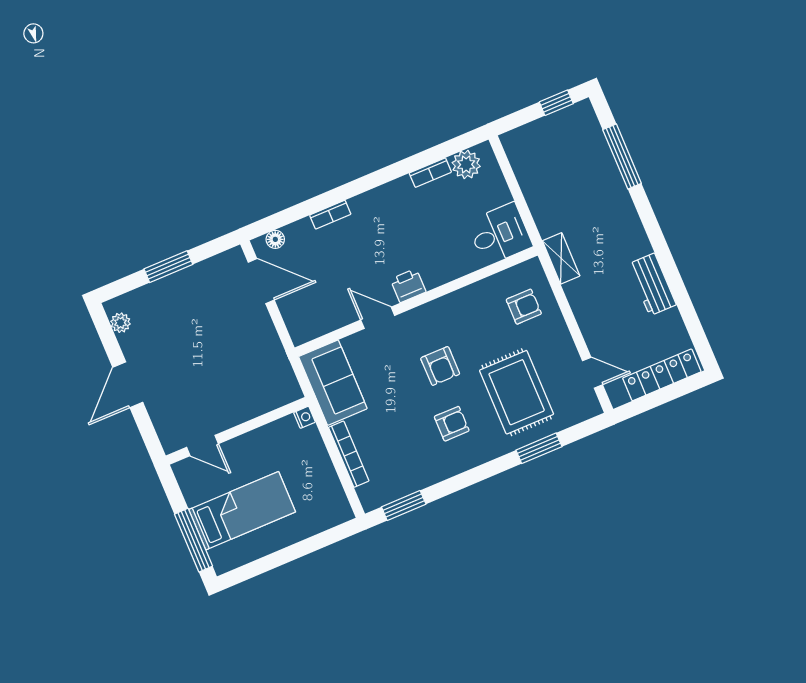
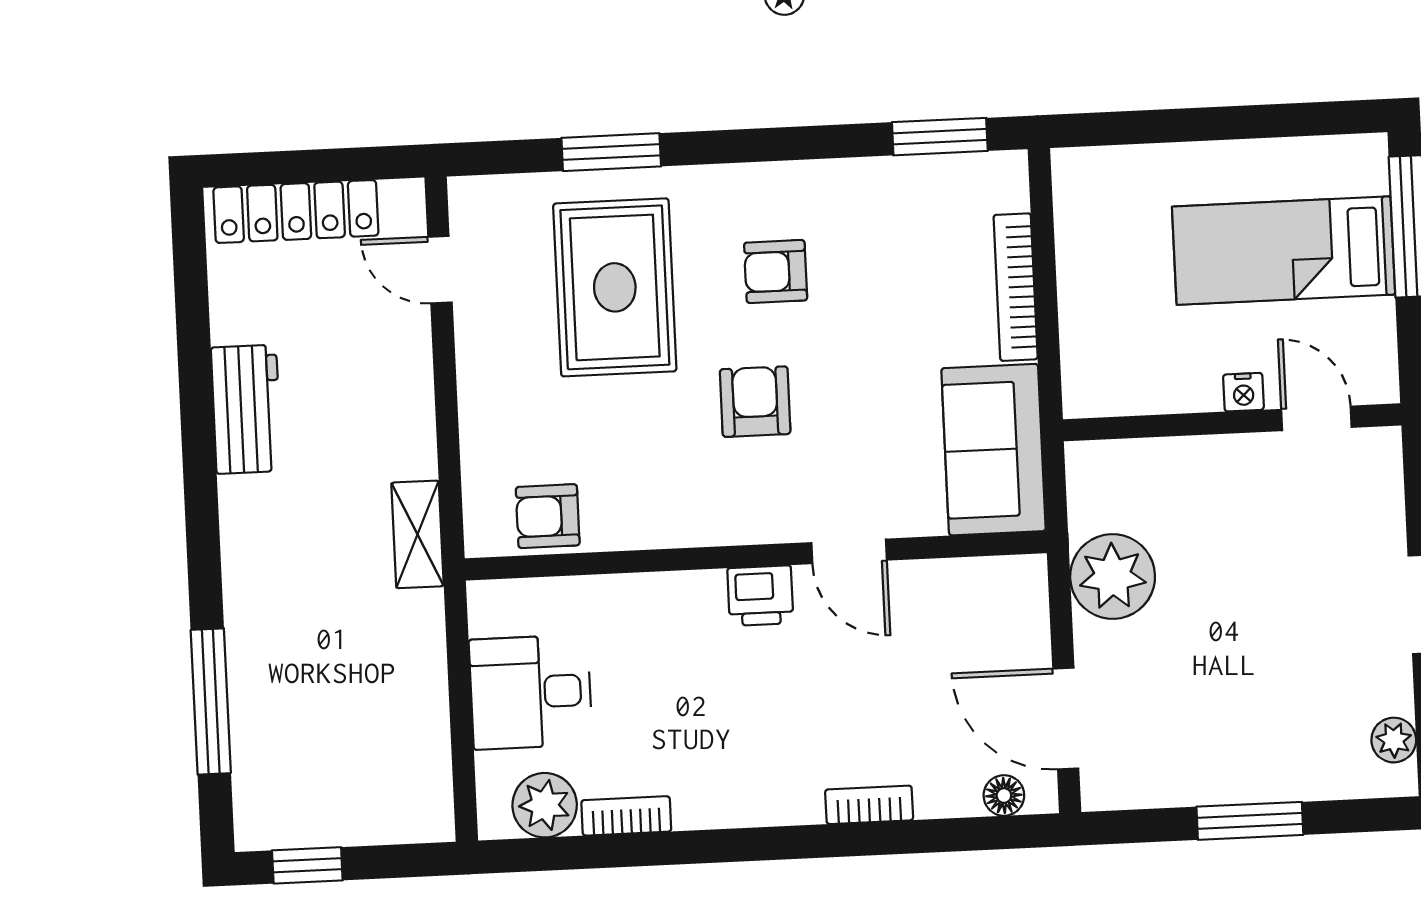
desk: (500, 234) -> (531, 692), moved
armchair: (524, 307) -> (548, 516), moved
plant: (263, 348) -> (1113, 577), added
nightstand: (304, 417) -> (1243, 392), moved, turned -90

